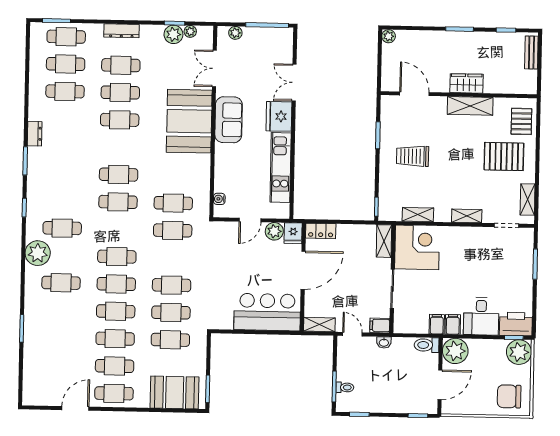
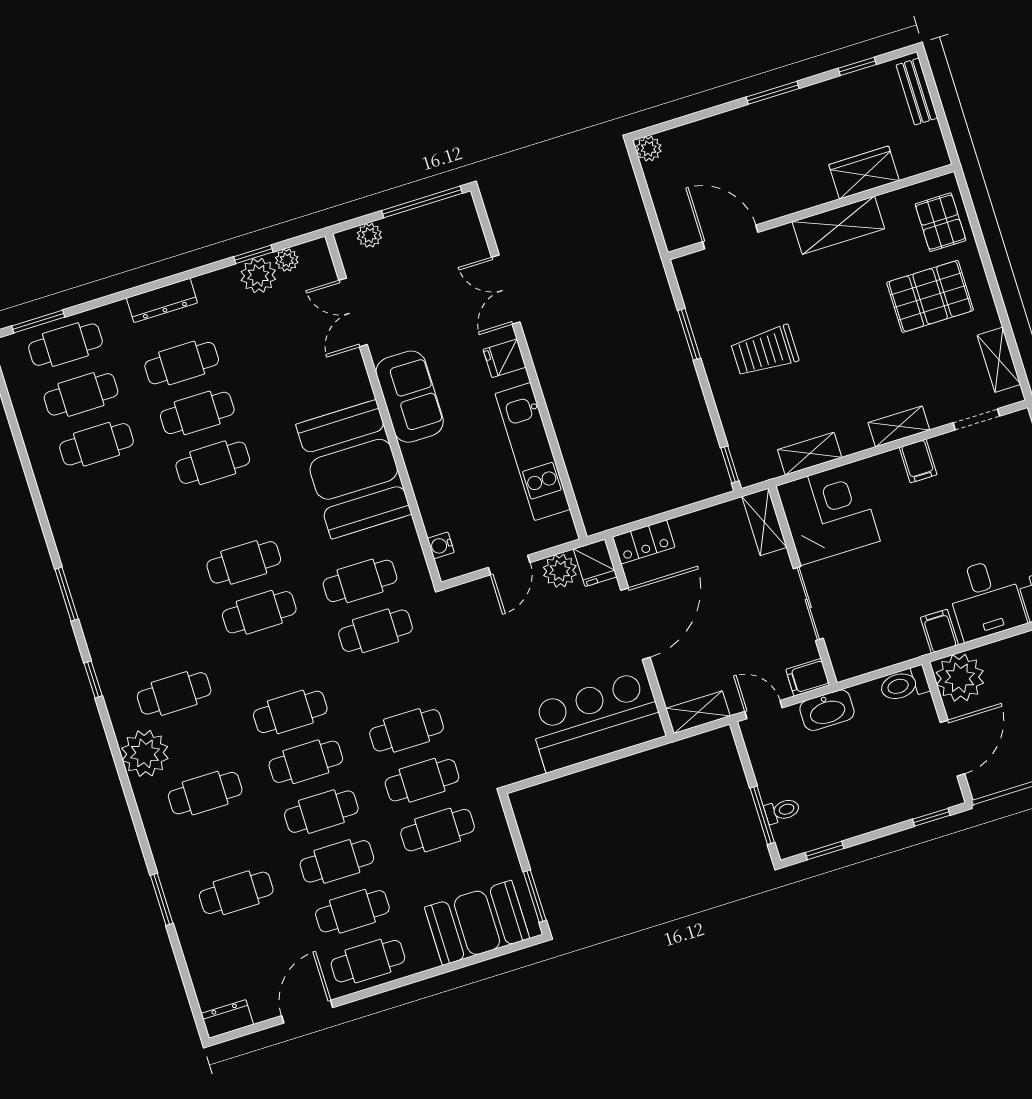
wardrobe: (467, 83) -> (864, 172), moved
fridge: (279, 116) -> (505, 358), width x0.53, depth x0.75
booth: (189, 121) -> (354, 469), moved
dresser: (35, 134) -> (227, 1019), moved, turned -90
filing cabinet: (437, 324) -> (918, 461), moved, turned 180
cafe table: (60, 338) -> (236, 893), added
washbasin: (384, 342) -> (827, 710), width x1.91, depth x1.45

